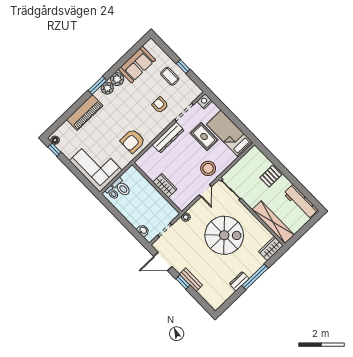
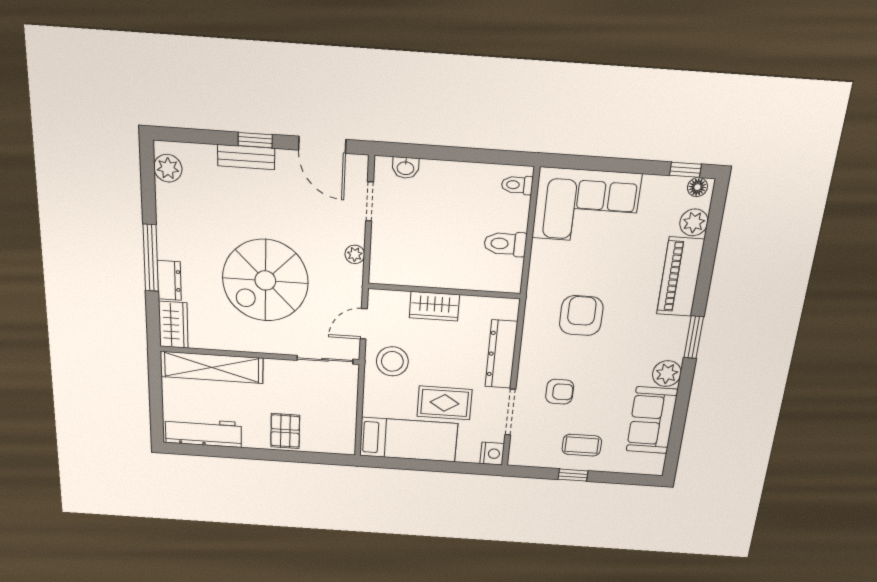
plant: (107, 88) -> (694, 222), moved
armchair: (133, 141) -> (581, 316), moved
wardrobe: (165, 186) -> (434, 306), moved
toilet: (122, 187) -> (505, 244), moved
wall: (157, 188) -> (444, 291), moved
door: (205, 191) -> (364, 324), hinge flipped
door: (163, 262) -> (322, 145), swing flipped
dresser: (239, 281) -> (169, 280), moved
plant: (220, 299) -> (168, 168), added

